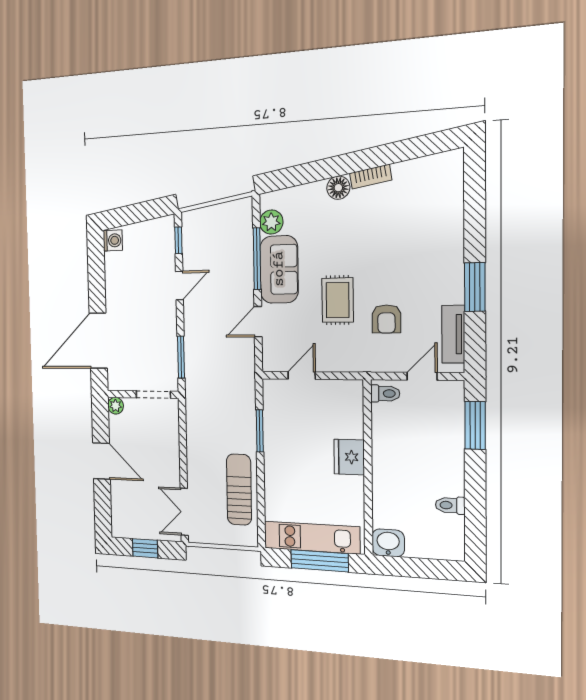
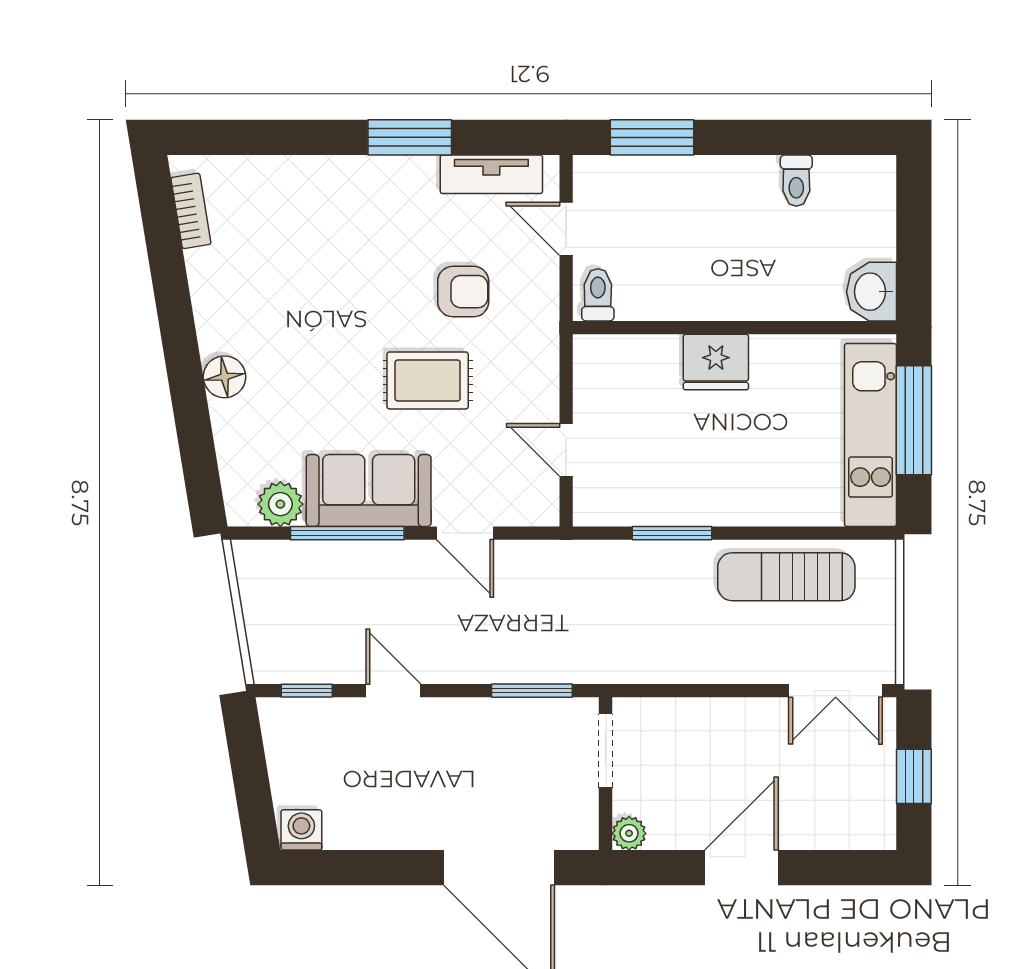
bookcase: (371, 177) -> (191, 211), moved

